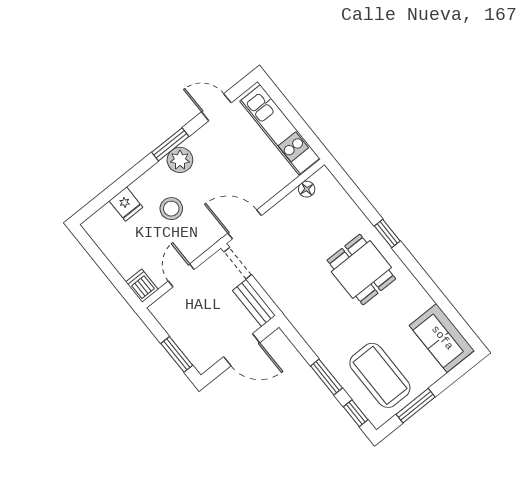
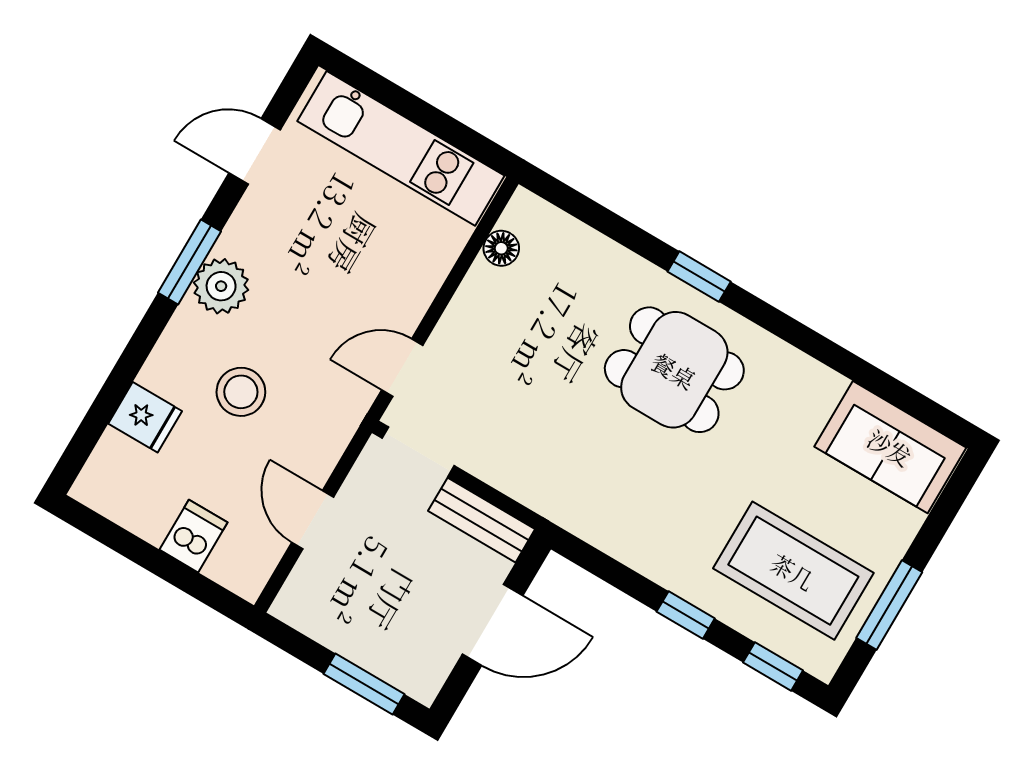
door: (245, 224) -> (402, 368), width x0.73
dishwasher: (142, 286) -> (194, 536), moved, turned 90
window: (326, 377) -> (686, 615), width x0.67

